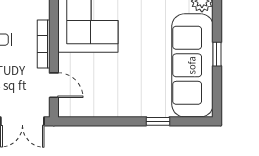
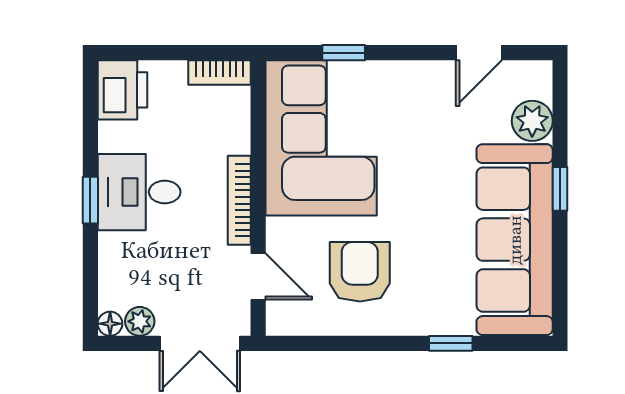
window: (217, 54) -> (560, 189), moved
armchair: (109, 83) -> (360, 272), added

